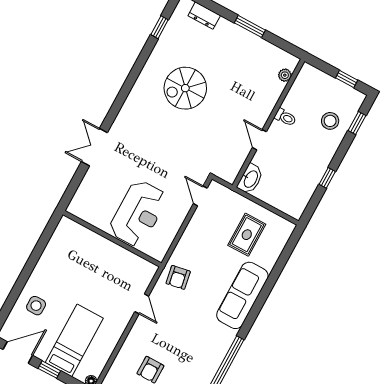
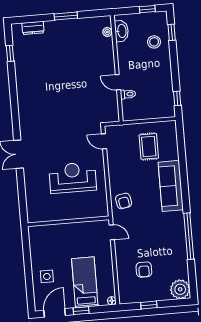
spiral stairs: (185, 88) -> (51, 81), removed
toilet: (285, 117) -> (128, 94), moved
window: (327, 178) -> (177, 98), moved
washbasin: (250, 179) -> (122, 31), moved
reception desk: (138, 214) -> (73, 178), turned -90
wall: (112, 239) -> (68, 221), moved

